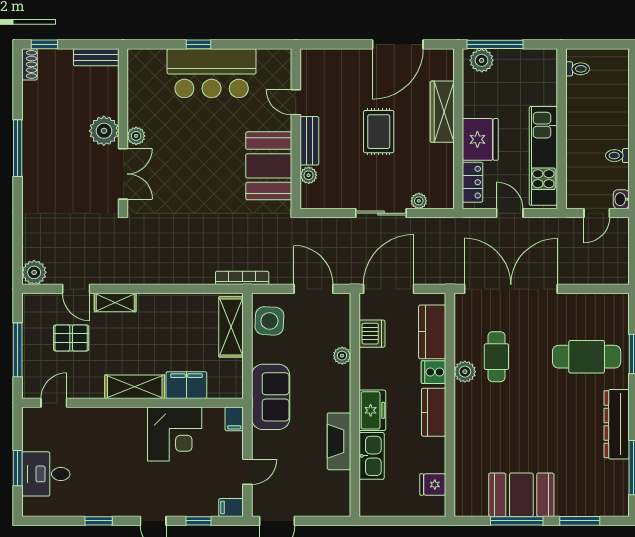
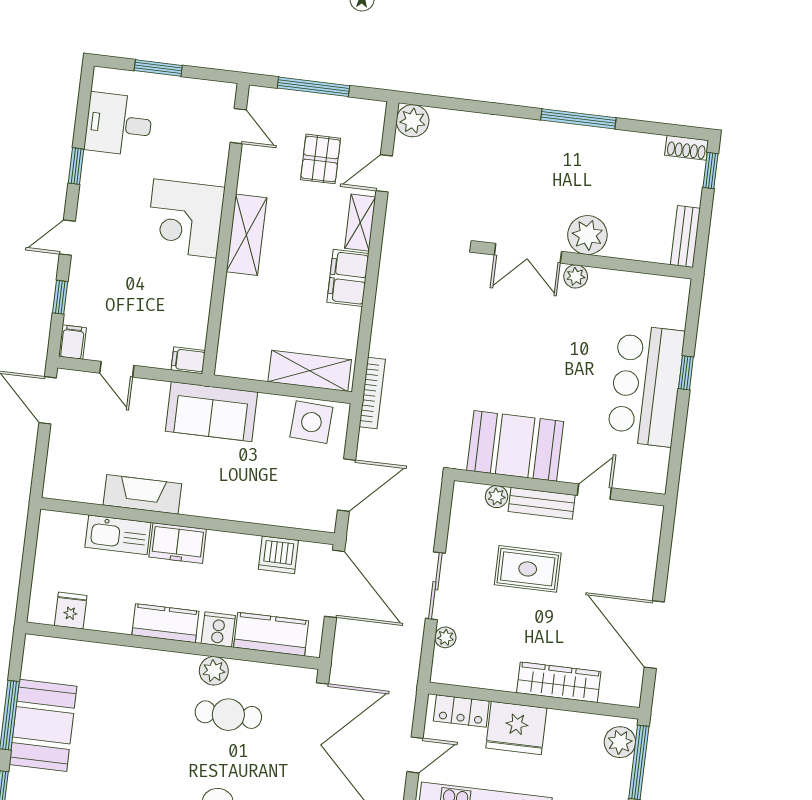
rug: (379, 132) -> (528, 569), moved
plant: (342, 356) -> (254, 512), removed
filing cabinet: (186, 385) -> (348, 278), moved, turned 180
corner desk: (175, 434) -> (185, 219), moved
desk: (46, 474) -> (119, 124), moved, turned -90

